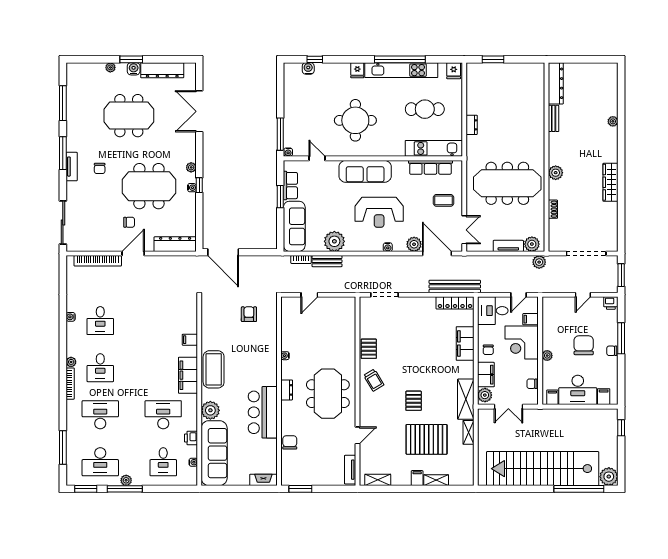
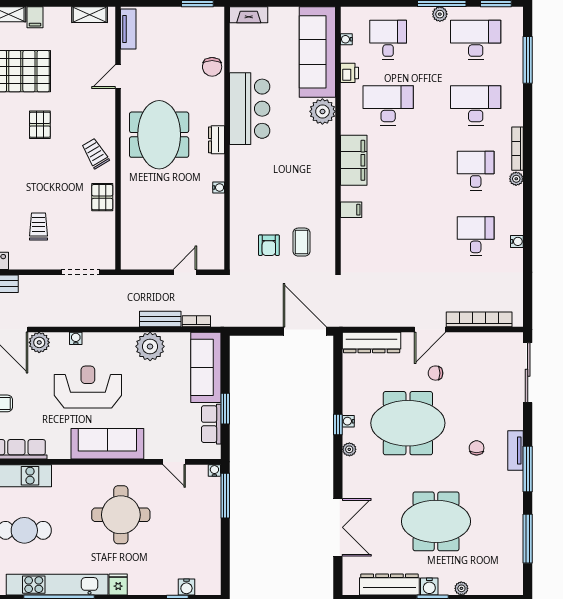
trolley: (415, 328) -> (39, 226), added
coffee table: (214, 369) -> (302, 242), moved, width x0.54, depth x0.58
desk: (100, 415) -> (476, 105), turned 180
desk: (163, 415) -> (388, 105), turned 180

